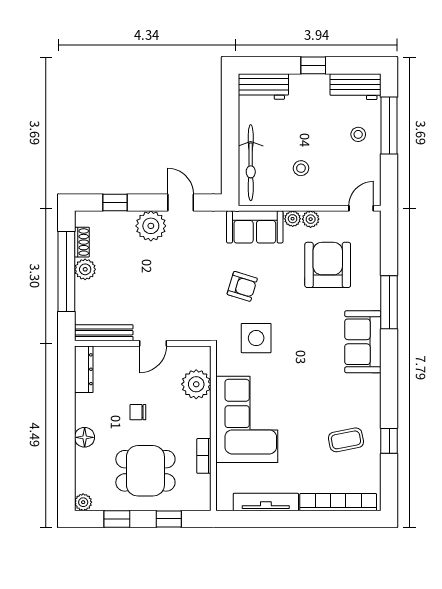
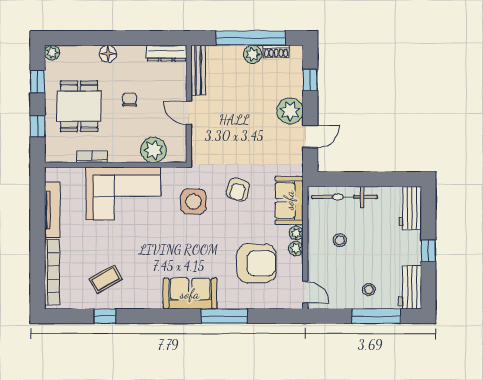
coffee table: (346, 440) -> (106, 279), turned 72

